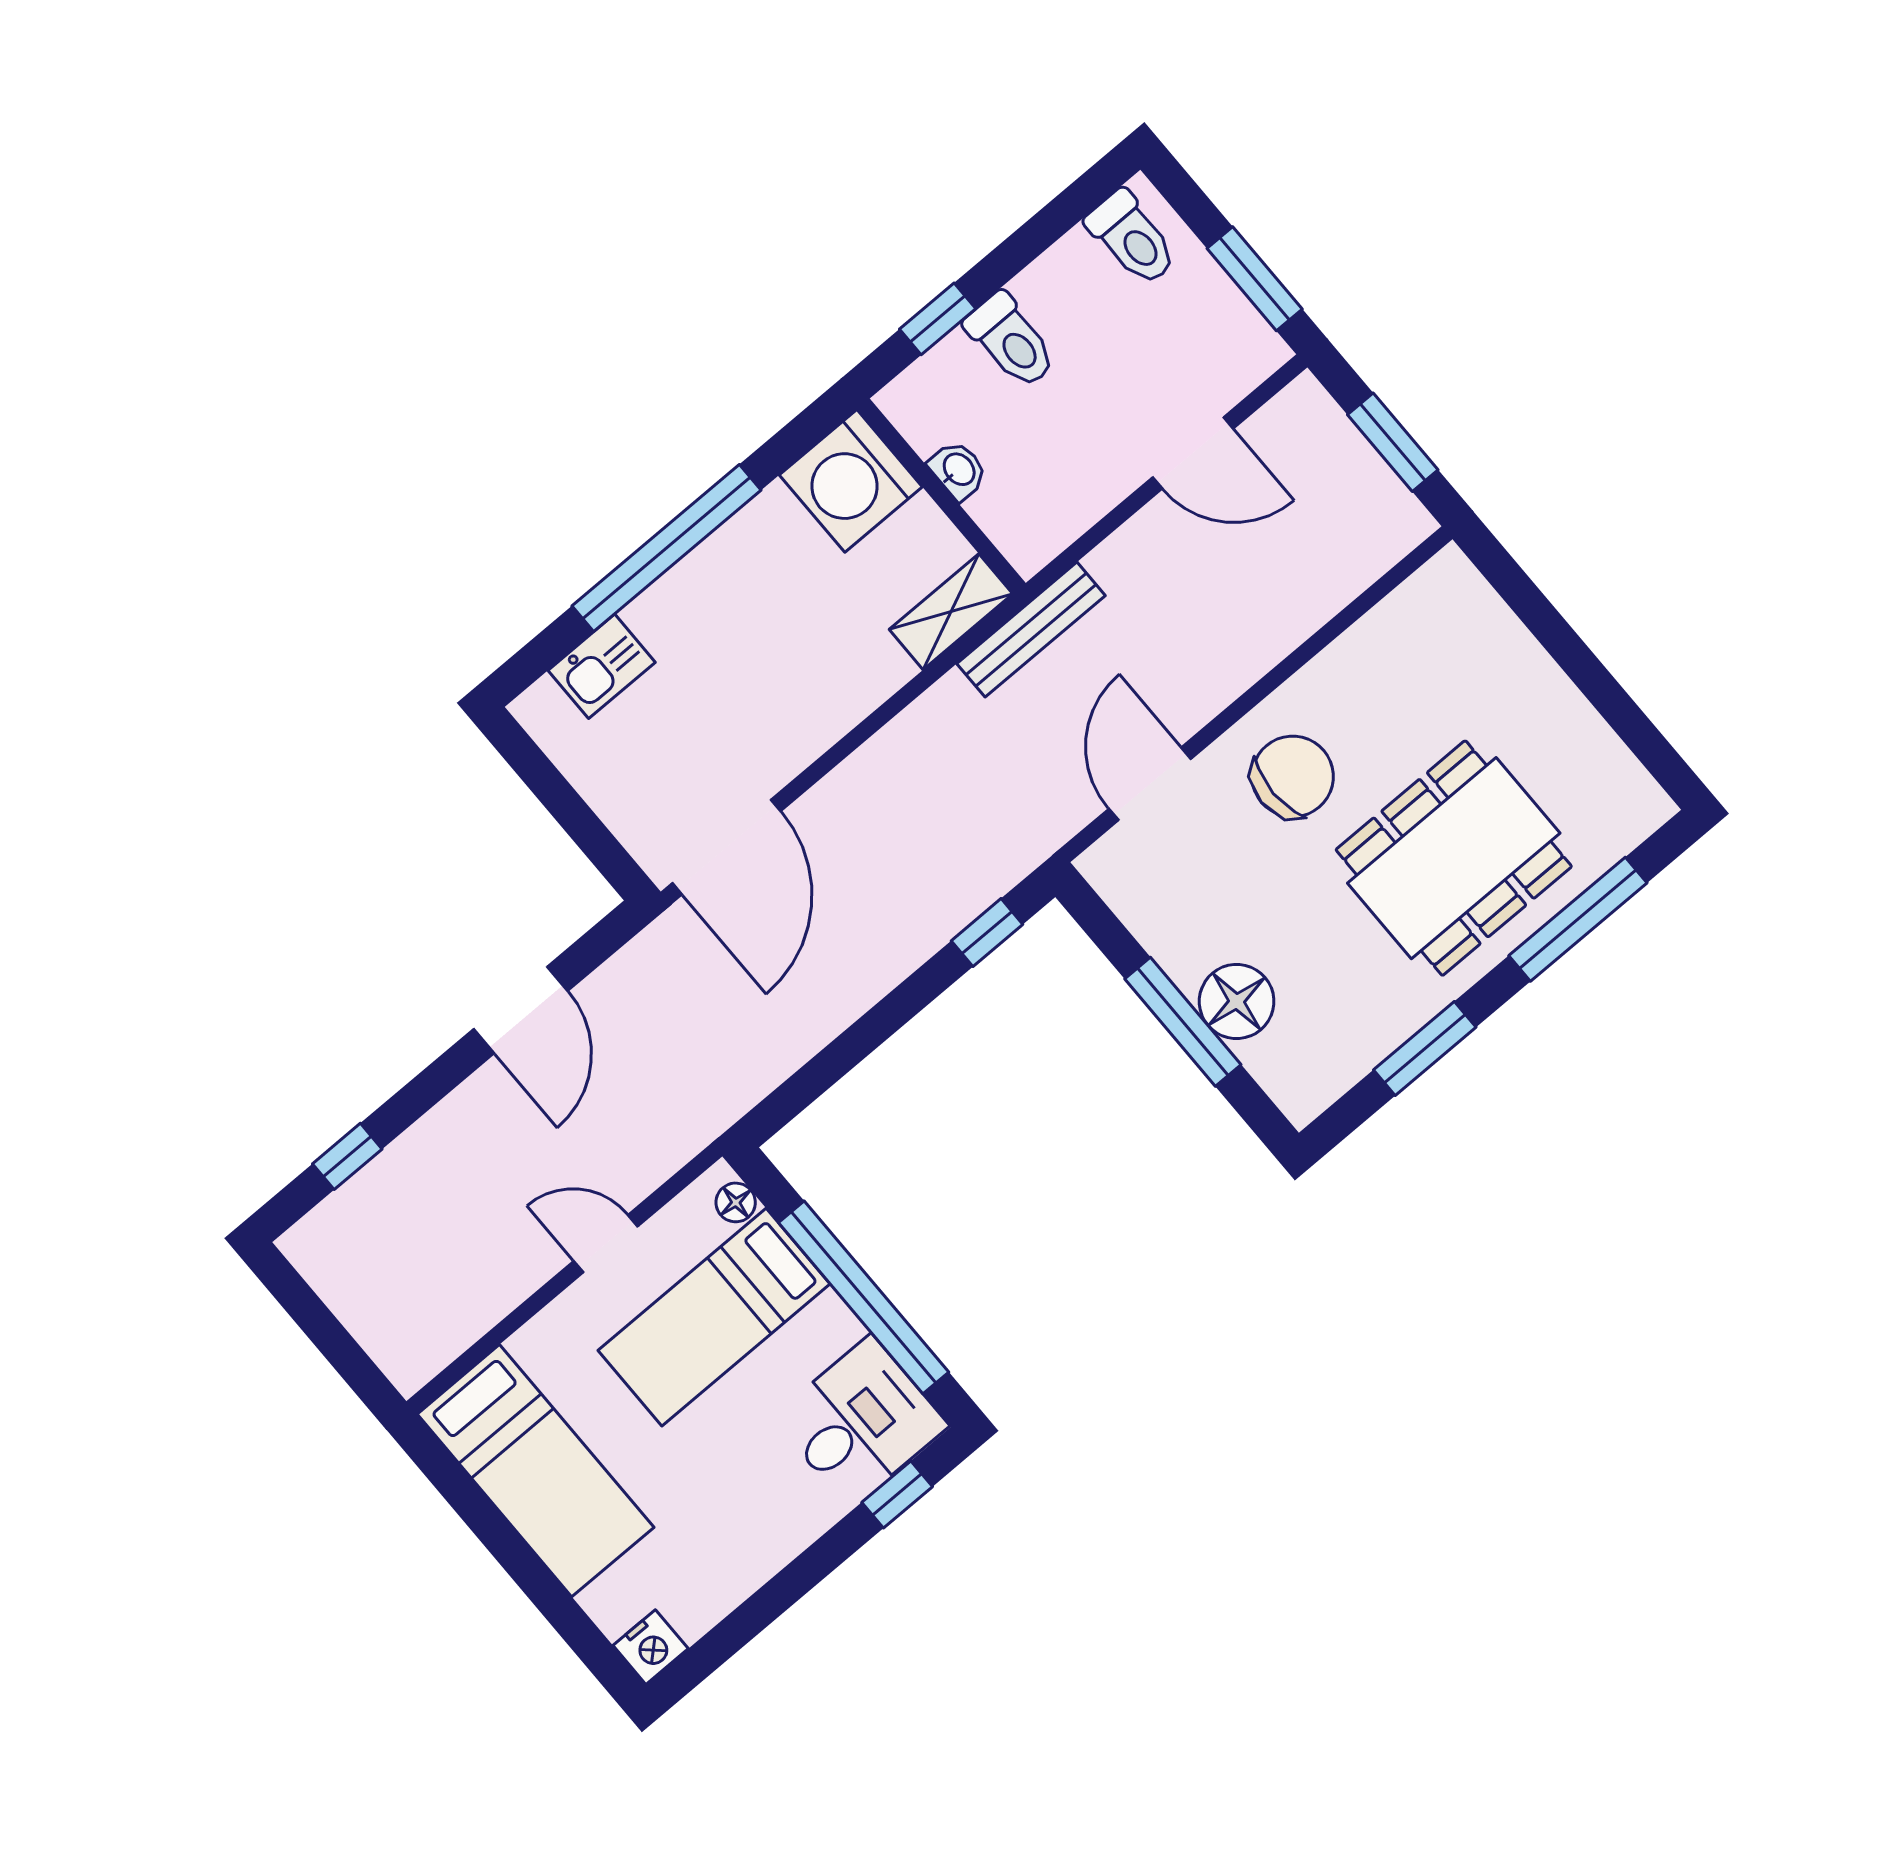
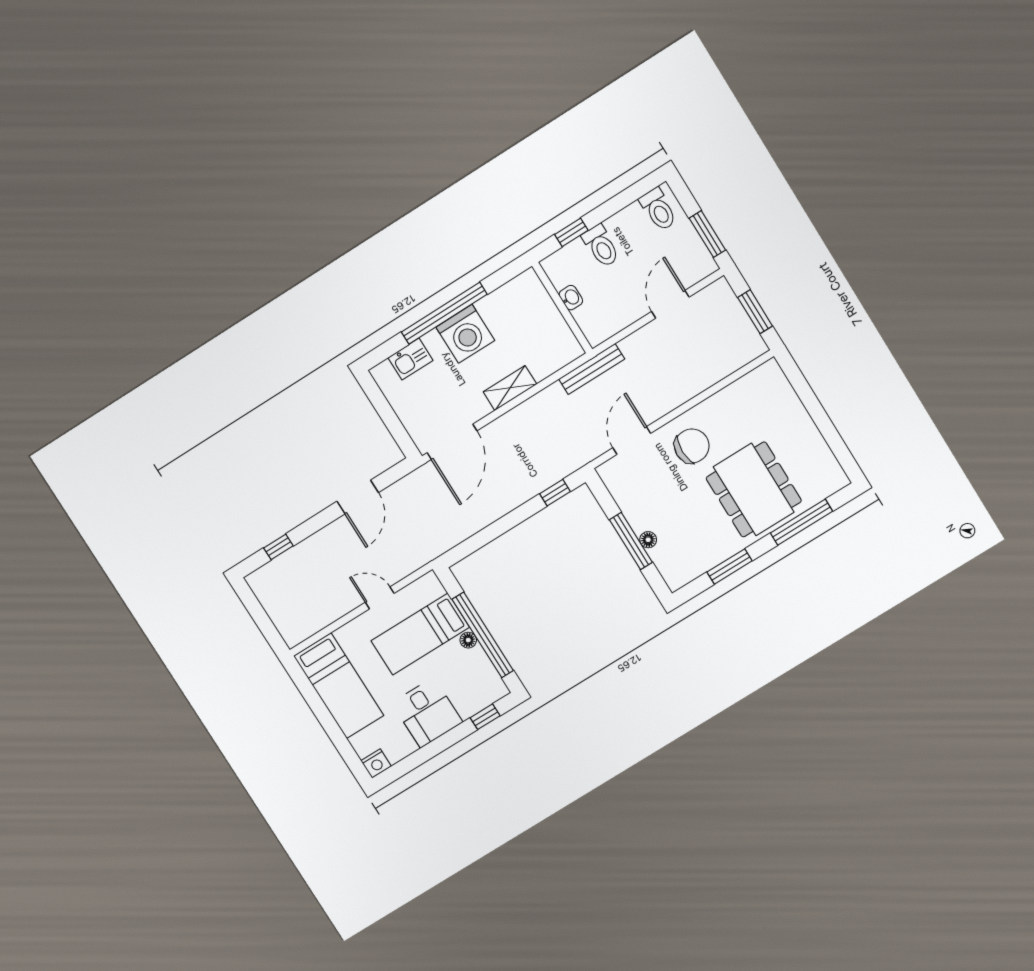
door: (1193, 453) -> (670, 304), swing flipped
washing machine: (851, 481) -> (465, 334), moved, turned -90
shelving: (951, 612) -> (510, 388), moved
dining table: (1454, 858) -> (754, 489), turned 90
floor lamp: (1237, 1001) -> (648, 540), width x0.53, depth x0.53
floor lamp: (736, 1202) -> (468, 640), moved
desk: (860, 1422) -> (427, 713), moved, turned 90

